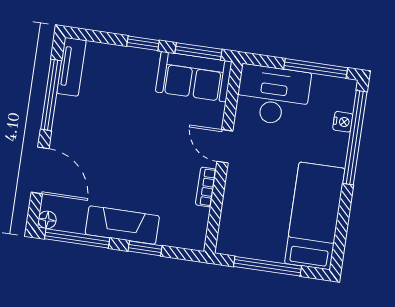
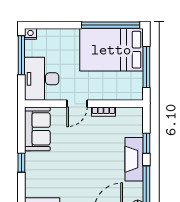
window: (199, 51) -> (21, 128), removed
nightstand: (343, 122) -> (30, 34), moved
window: (355, 138) -> (111, 25), moved
bed: (315, 216) -> (111, 50), width x1.50

